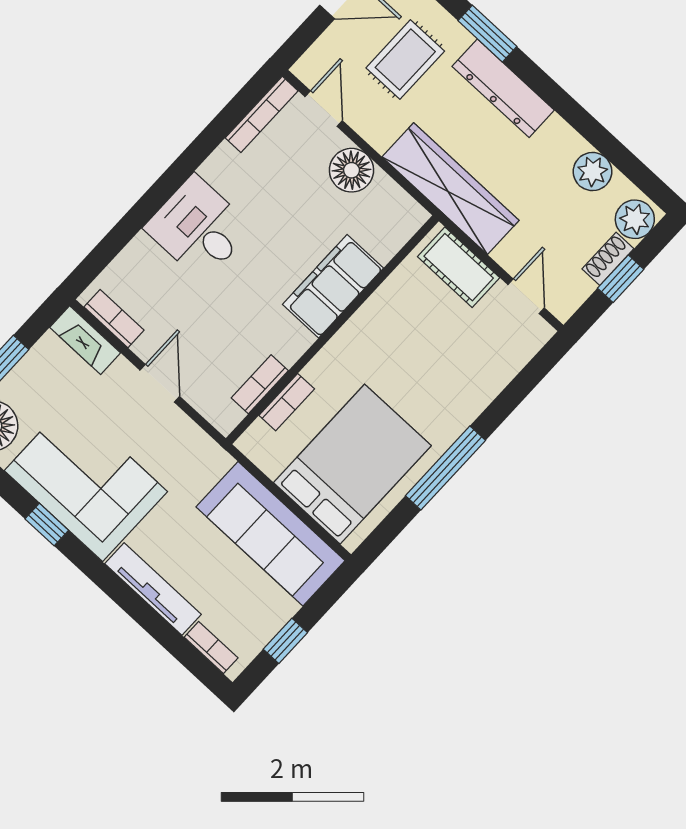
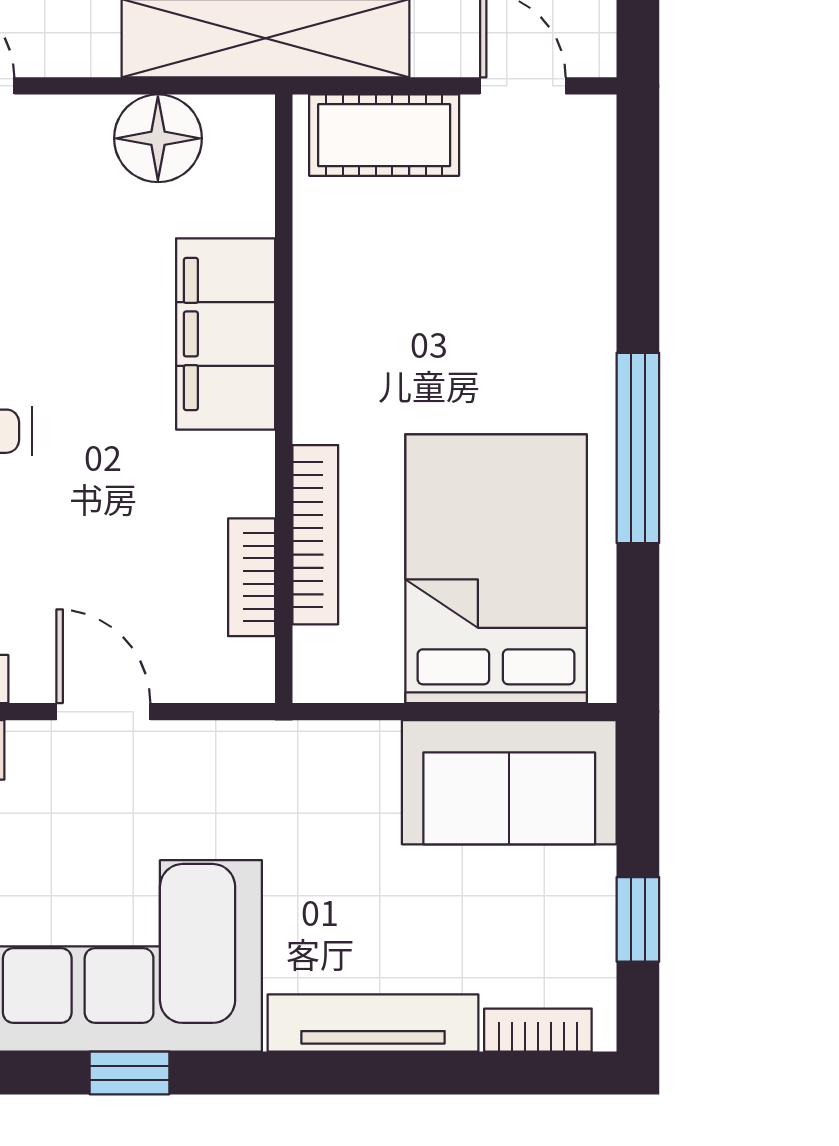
floor lamp: (352, 170) -> (158, 138), moved
bookcase: (287, 402) -> (315, 535), width x1.56
sofa: (270, 534) -> (509, 782), width x0.73

